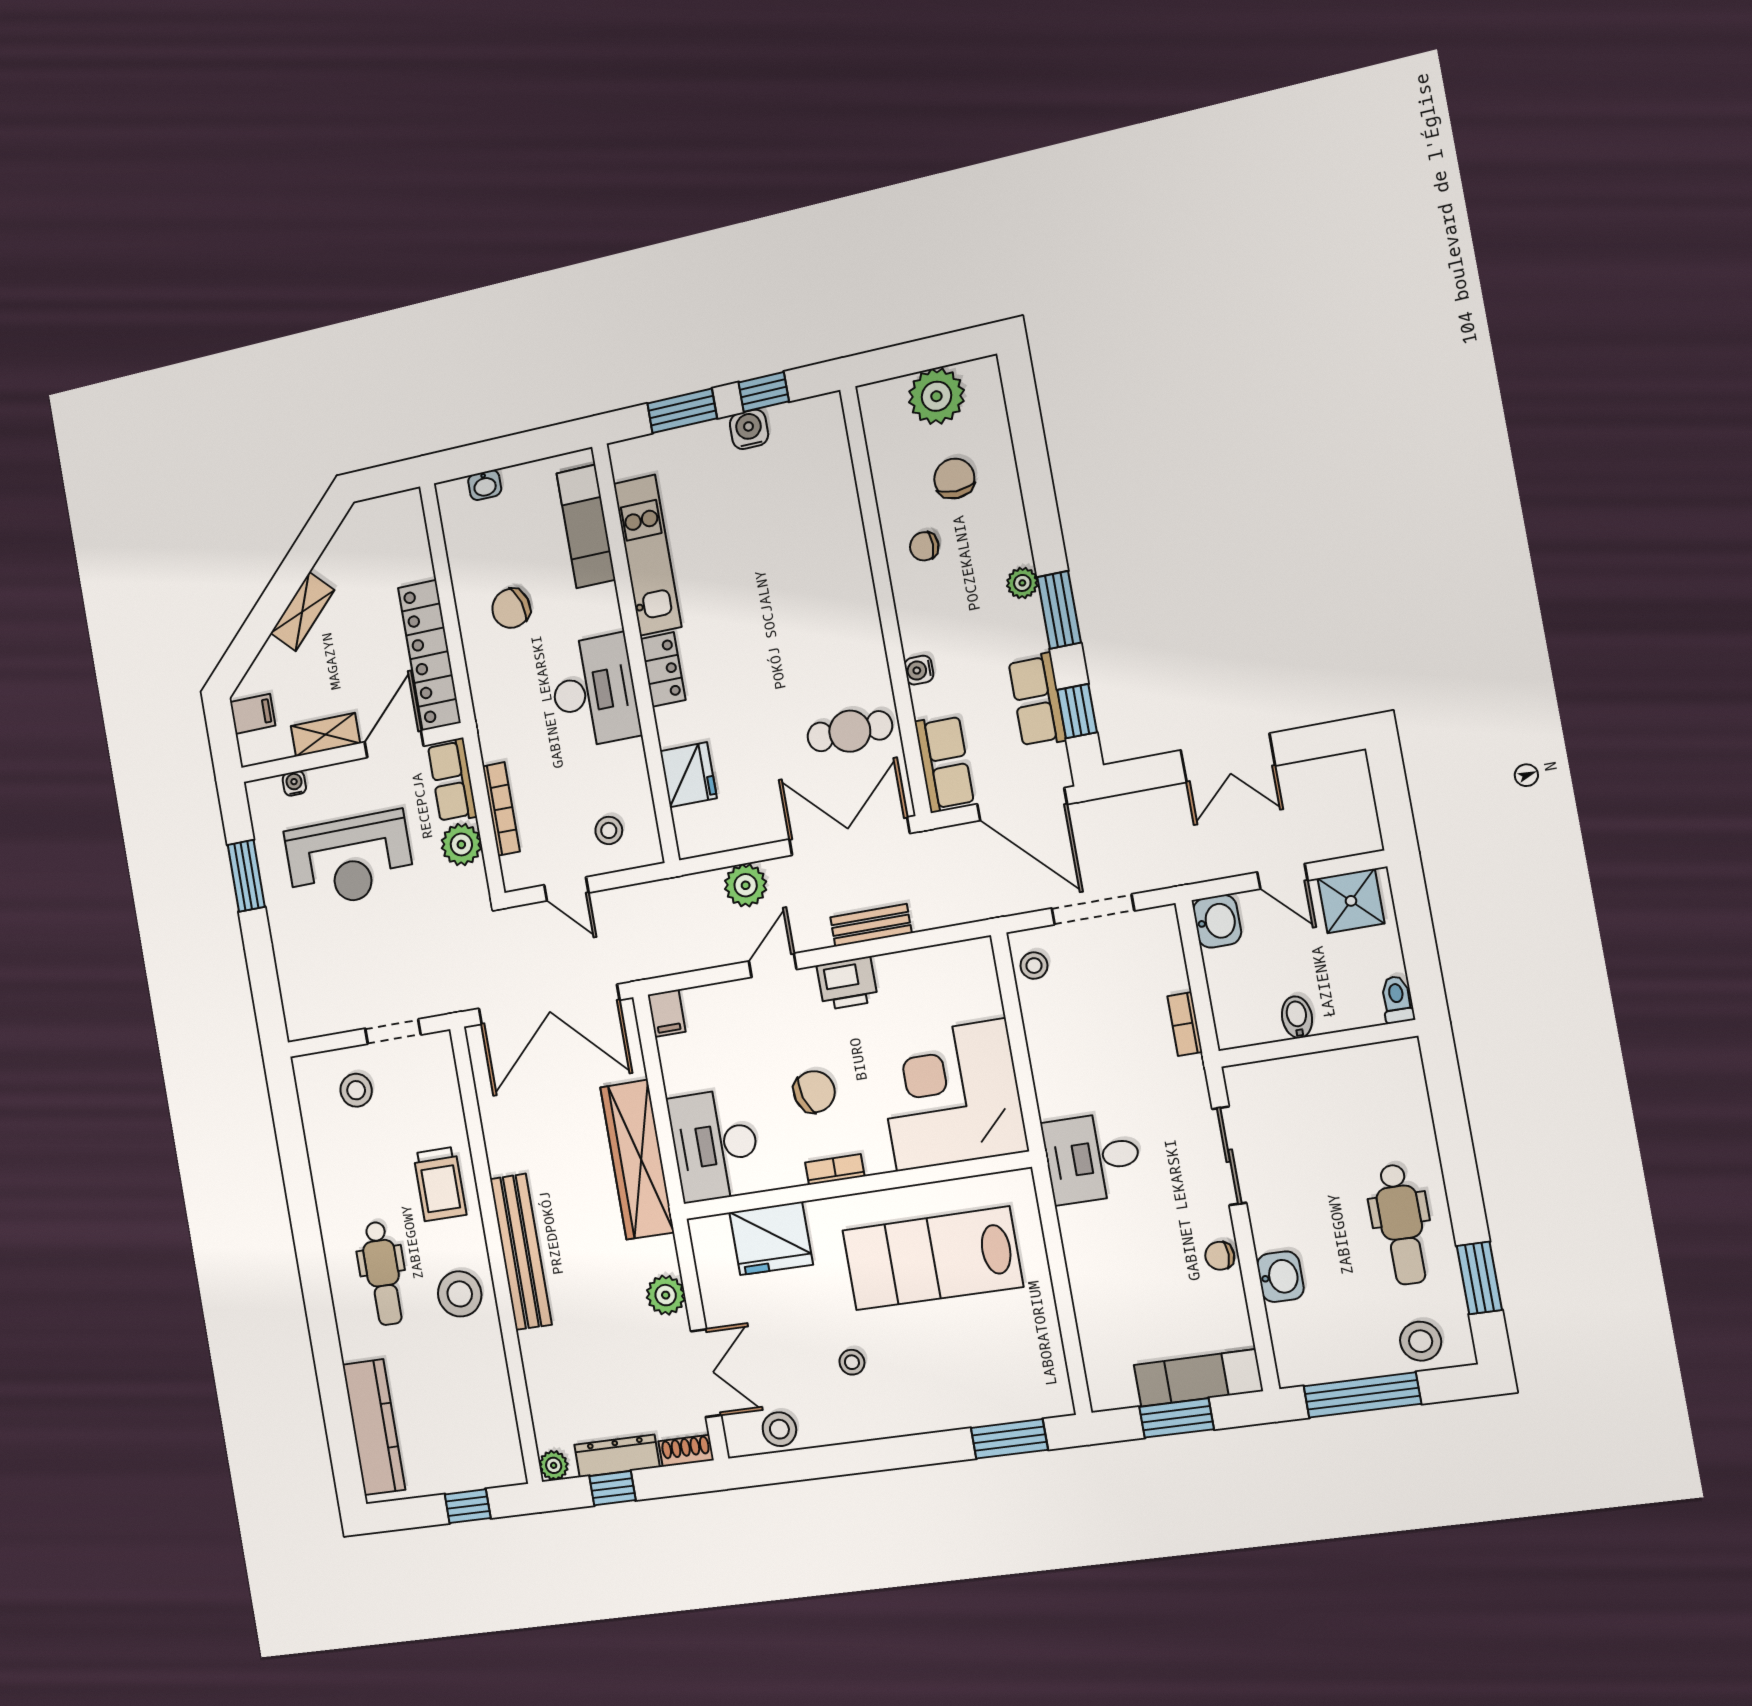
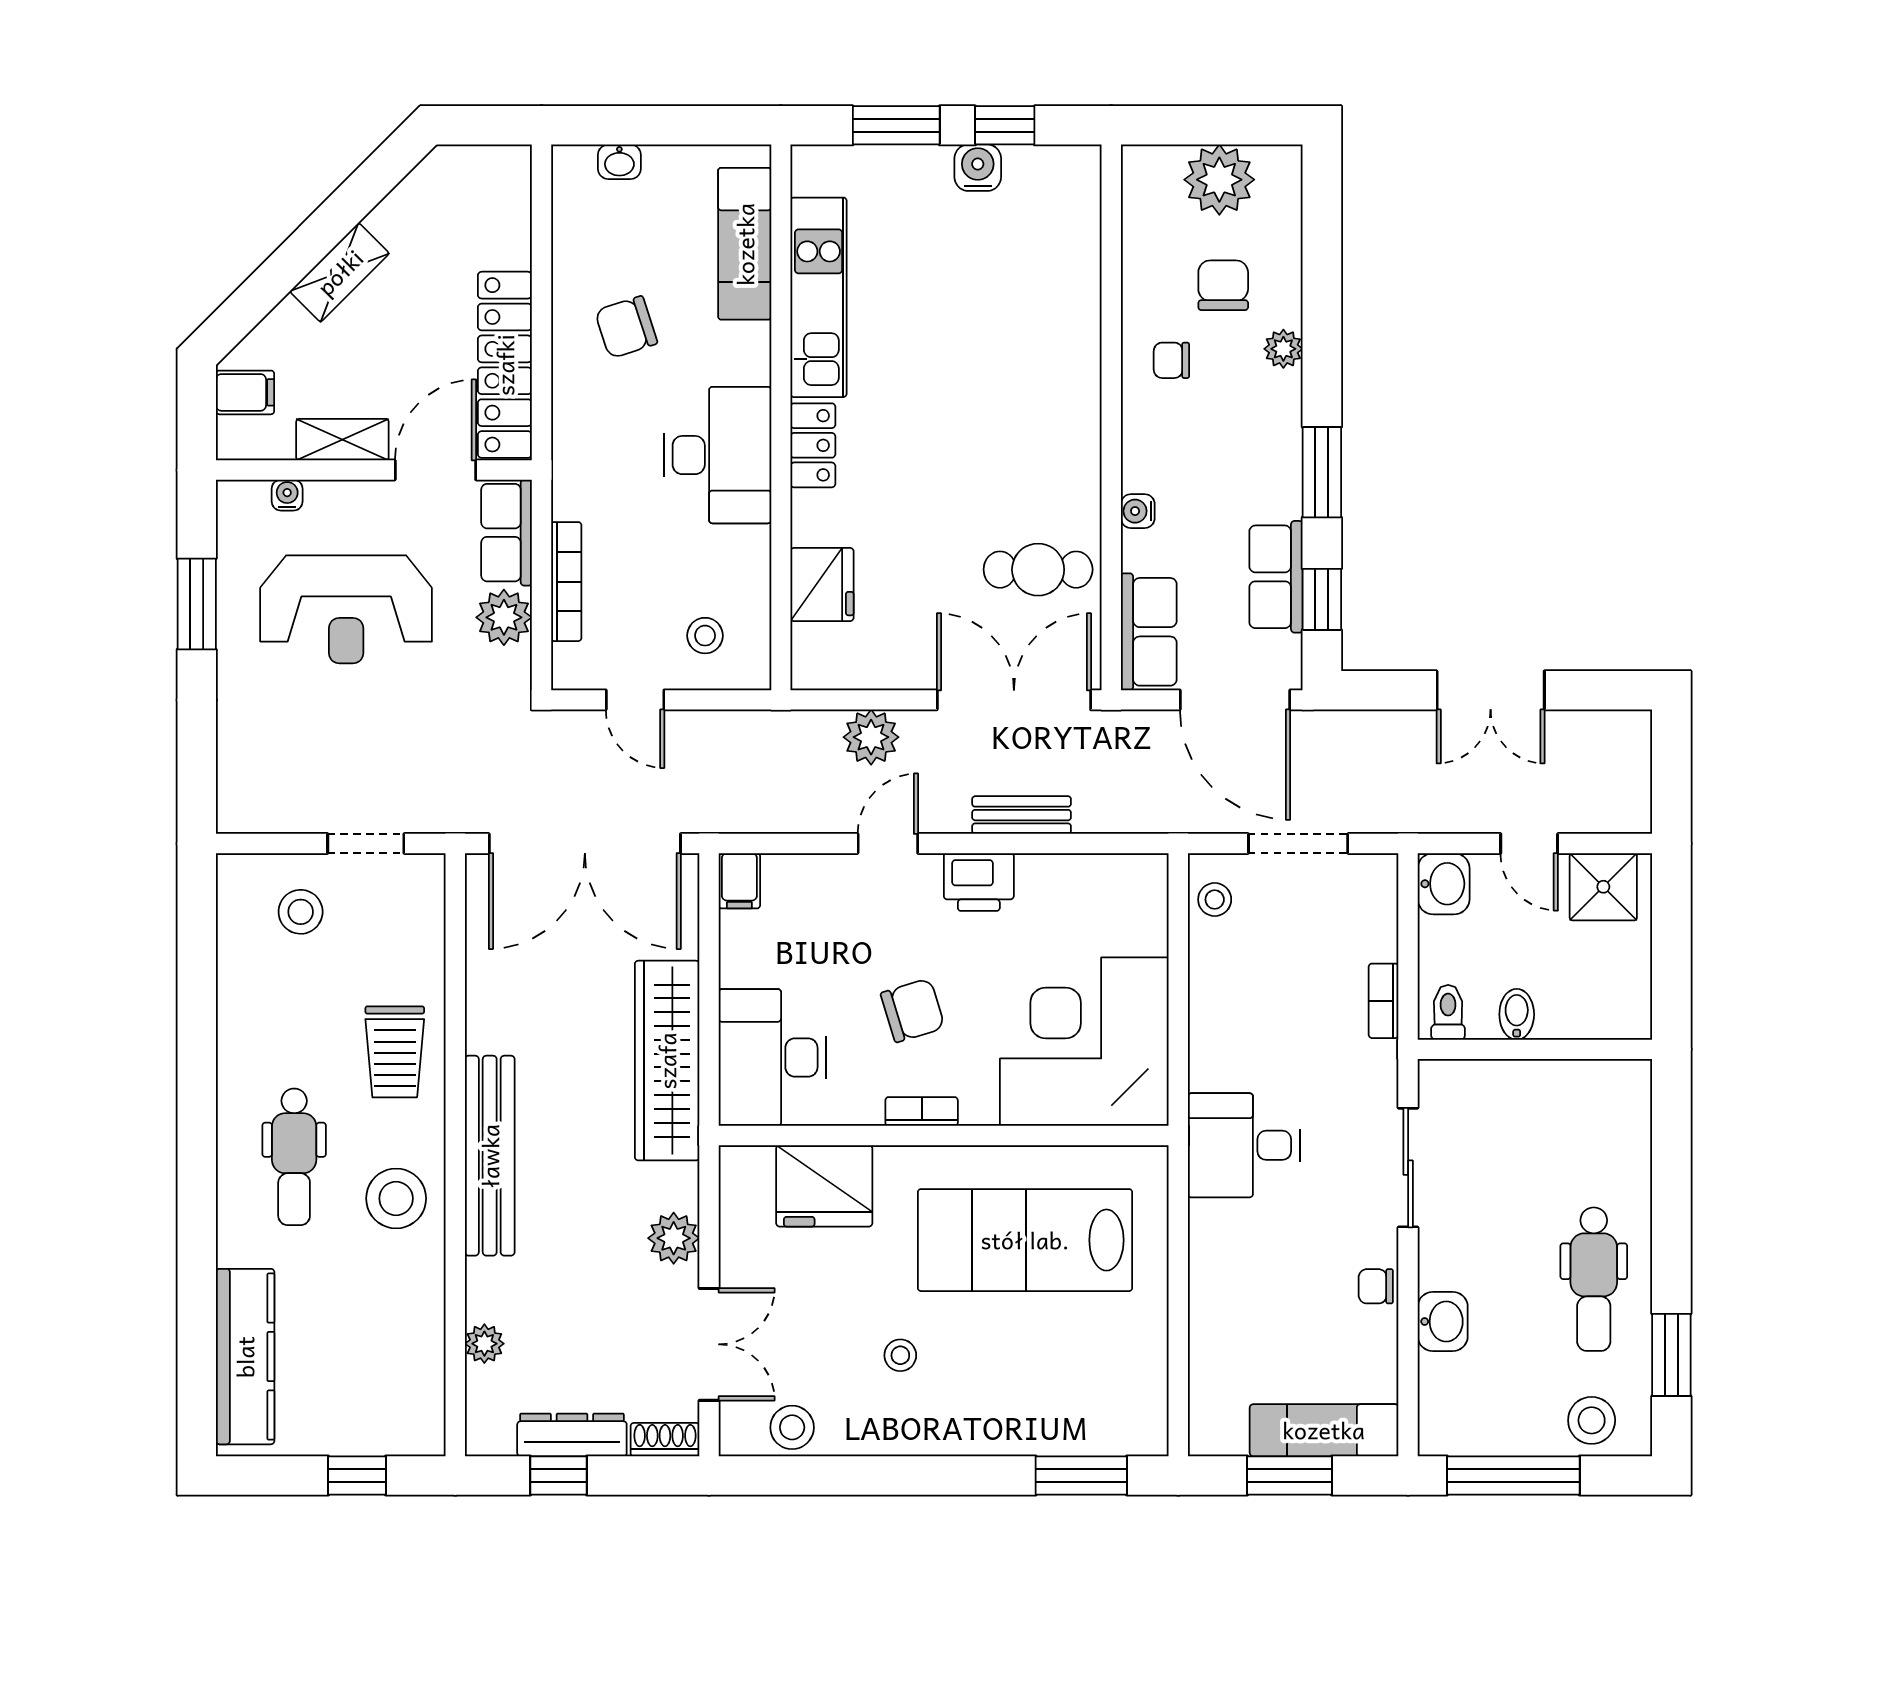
plant: (1022, 583) -> (1283, 349), moved
toilet: (1397, 999) -> (1448, 1012), moved
plant: (554, 1465) -> (484, 1344), moved

